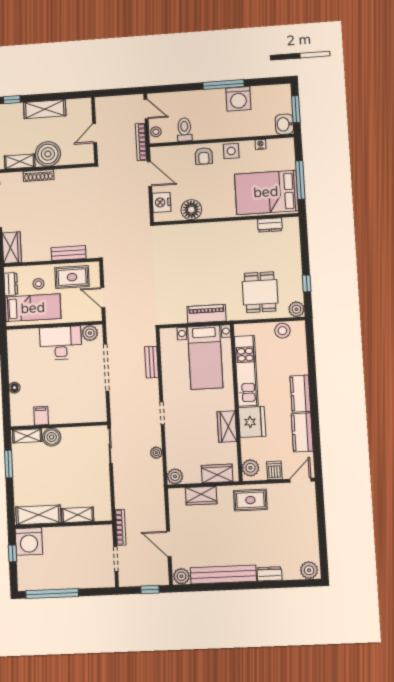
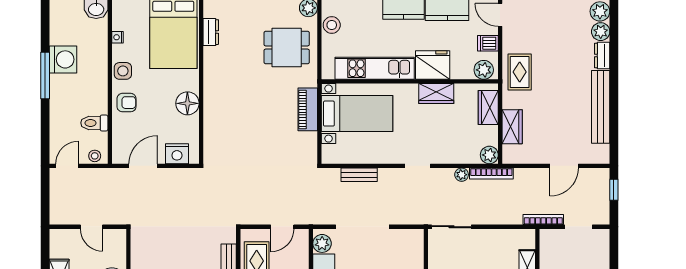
bookcase: (141, 142) -> (491, 174), moved
floor lamp: (191, 210) -> (187, 103), moved
plant: (181, 576) -> (601, 32), moved

